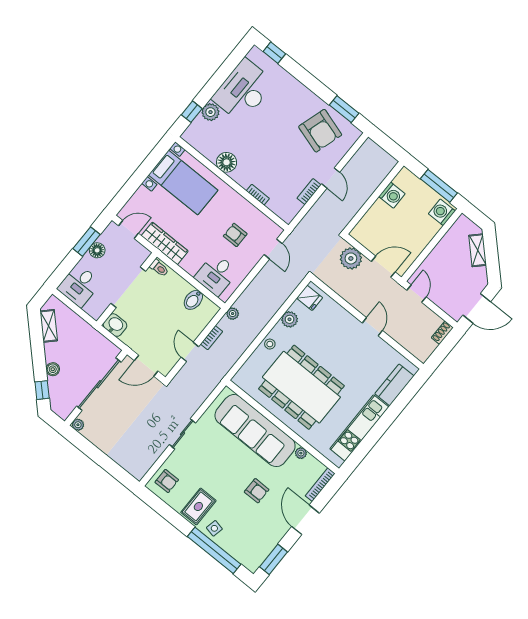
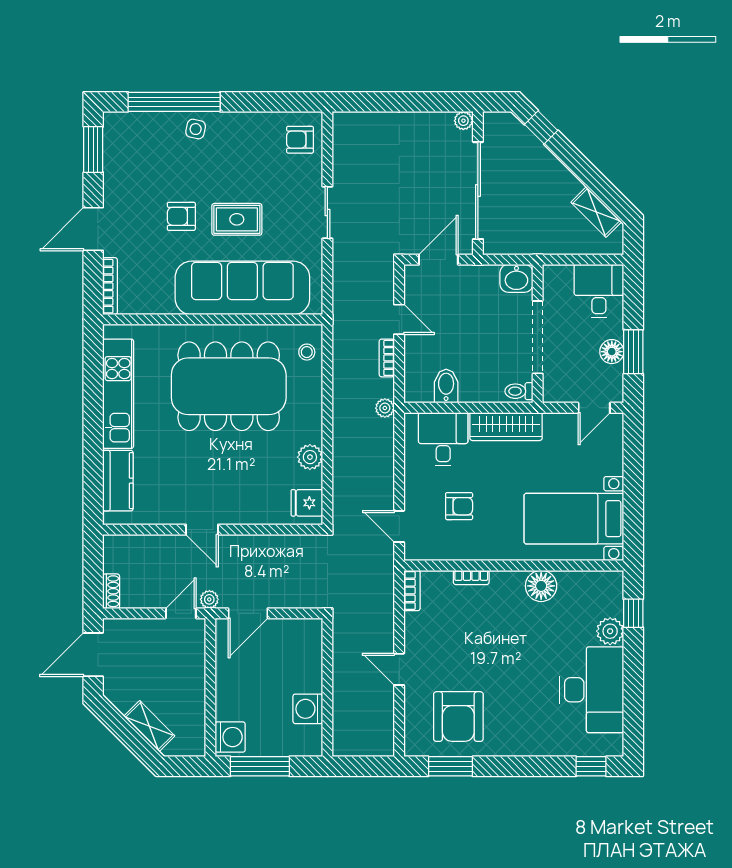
armchair: (320, 131) -> (458, 717), turned -107
bookcase: (309, 192) -> (412, 591), moved
wardrobe: (165, 243) -> (506, 427), moved
plant: (351, 258) -> (209, 599), moved, width x0.53, depth x0.53
door: (417, 294) -> (181, 613), swing flipped
stool: (270, 344) -> (307, 352), moved
boiler: (53, 369) -> (549, 163), removed
plant: (301, 453) -> (164, 306), removed
rug: (198, 506) -> (237, 219), moved, turned 90
door: (305, 520) -> (93, 229), swing flipped

